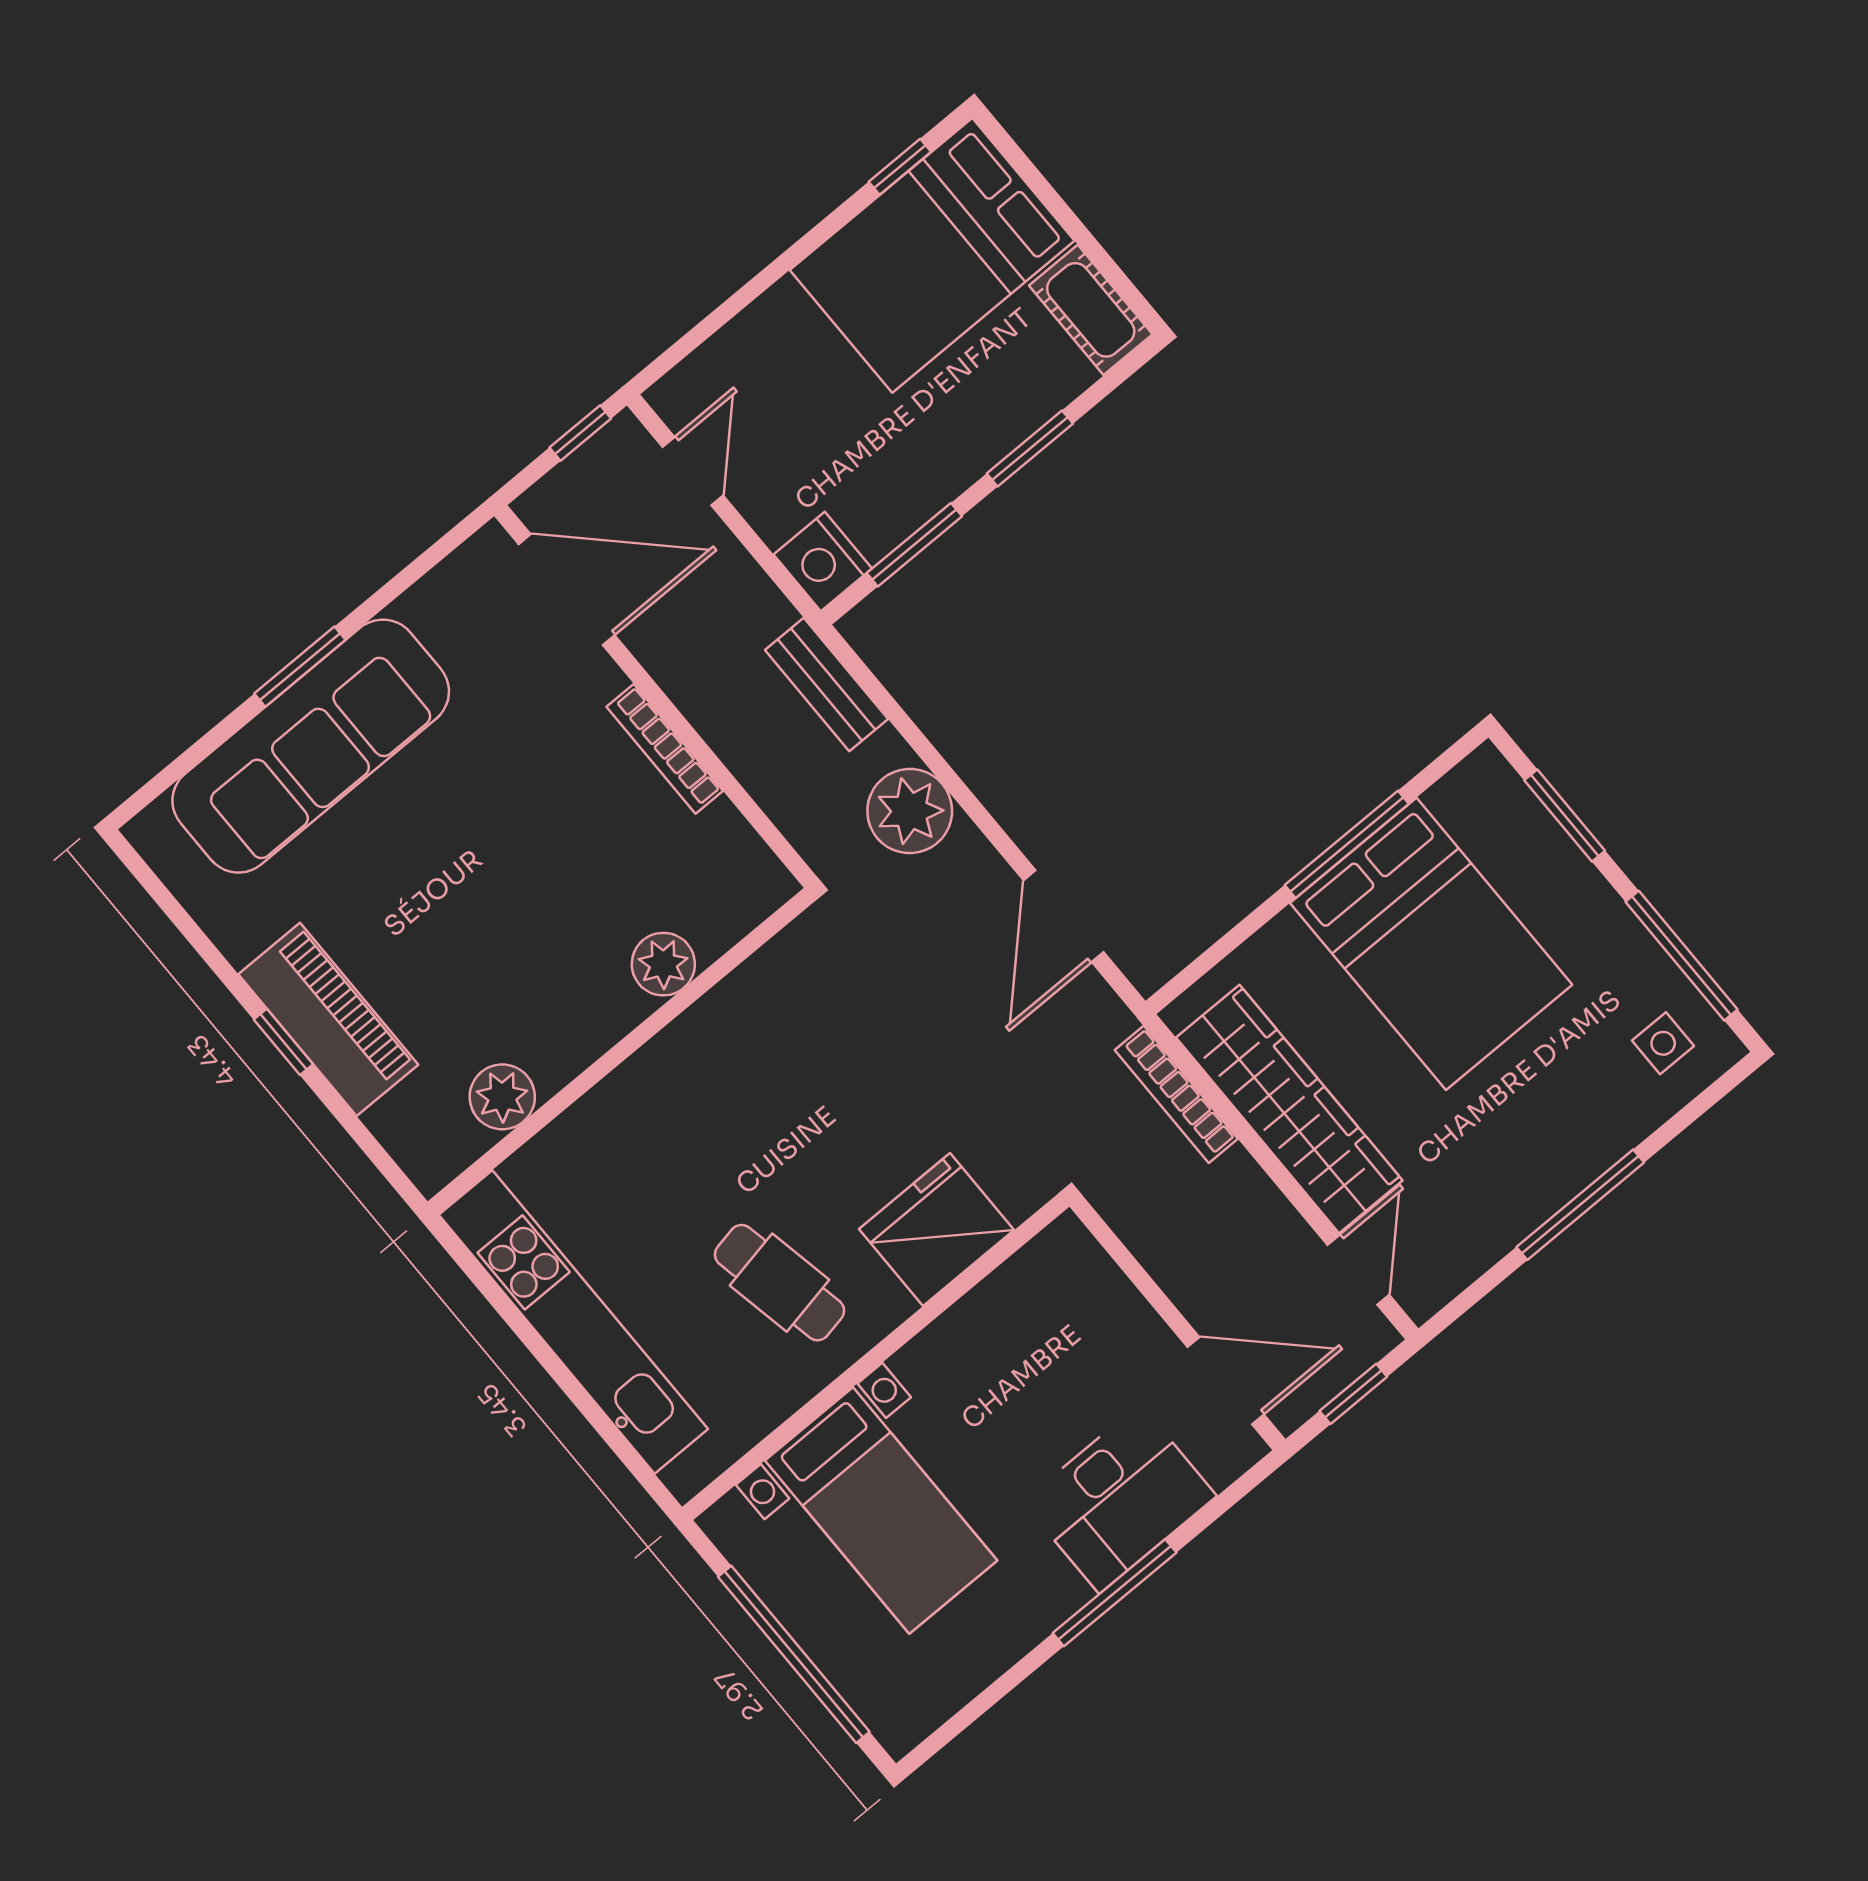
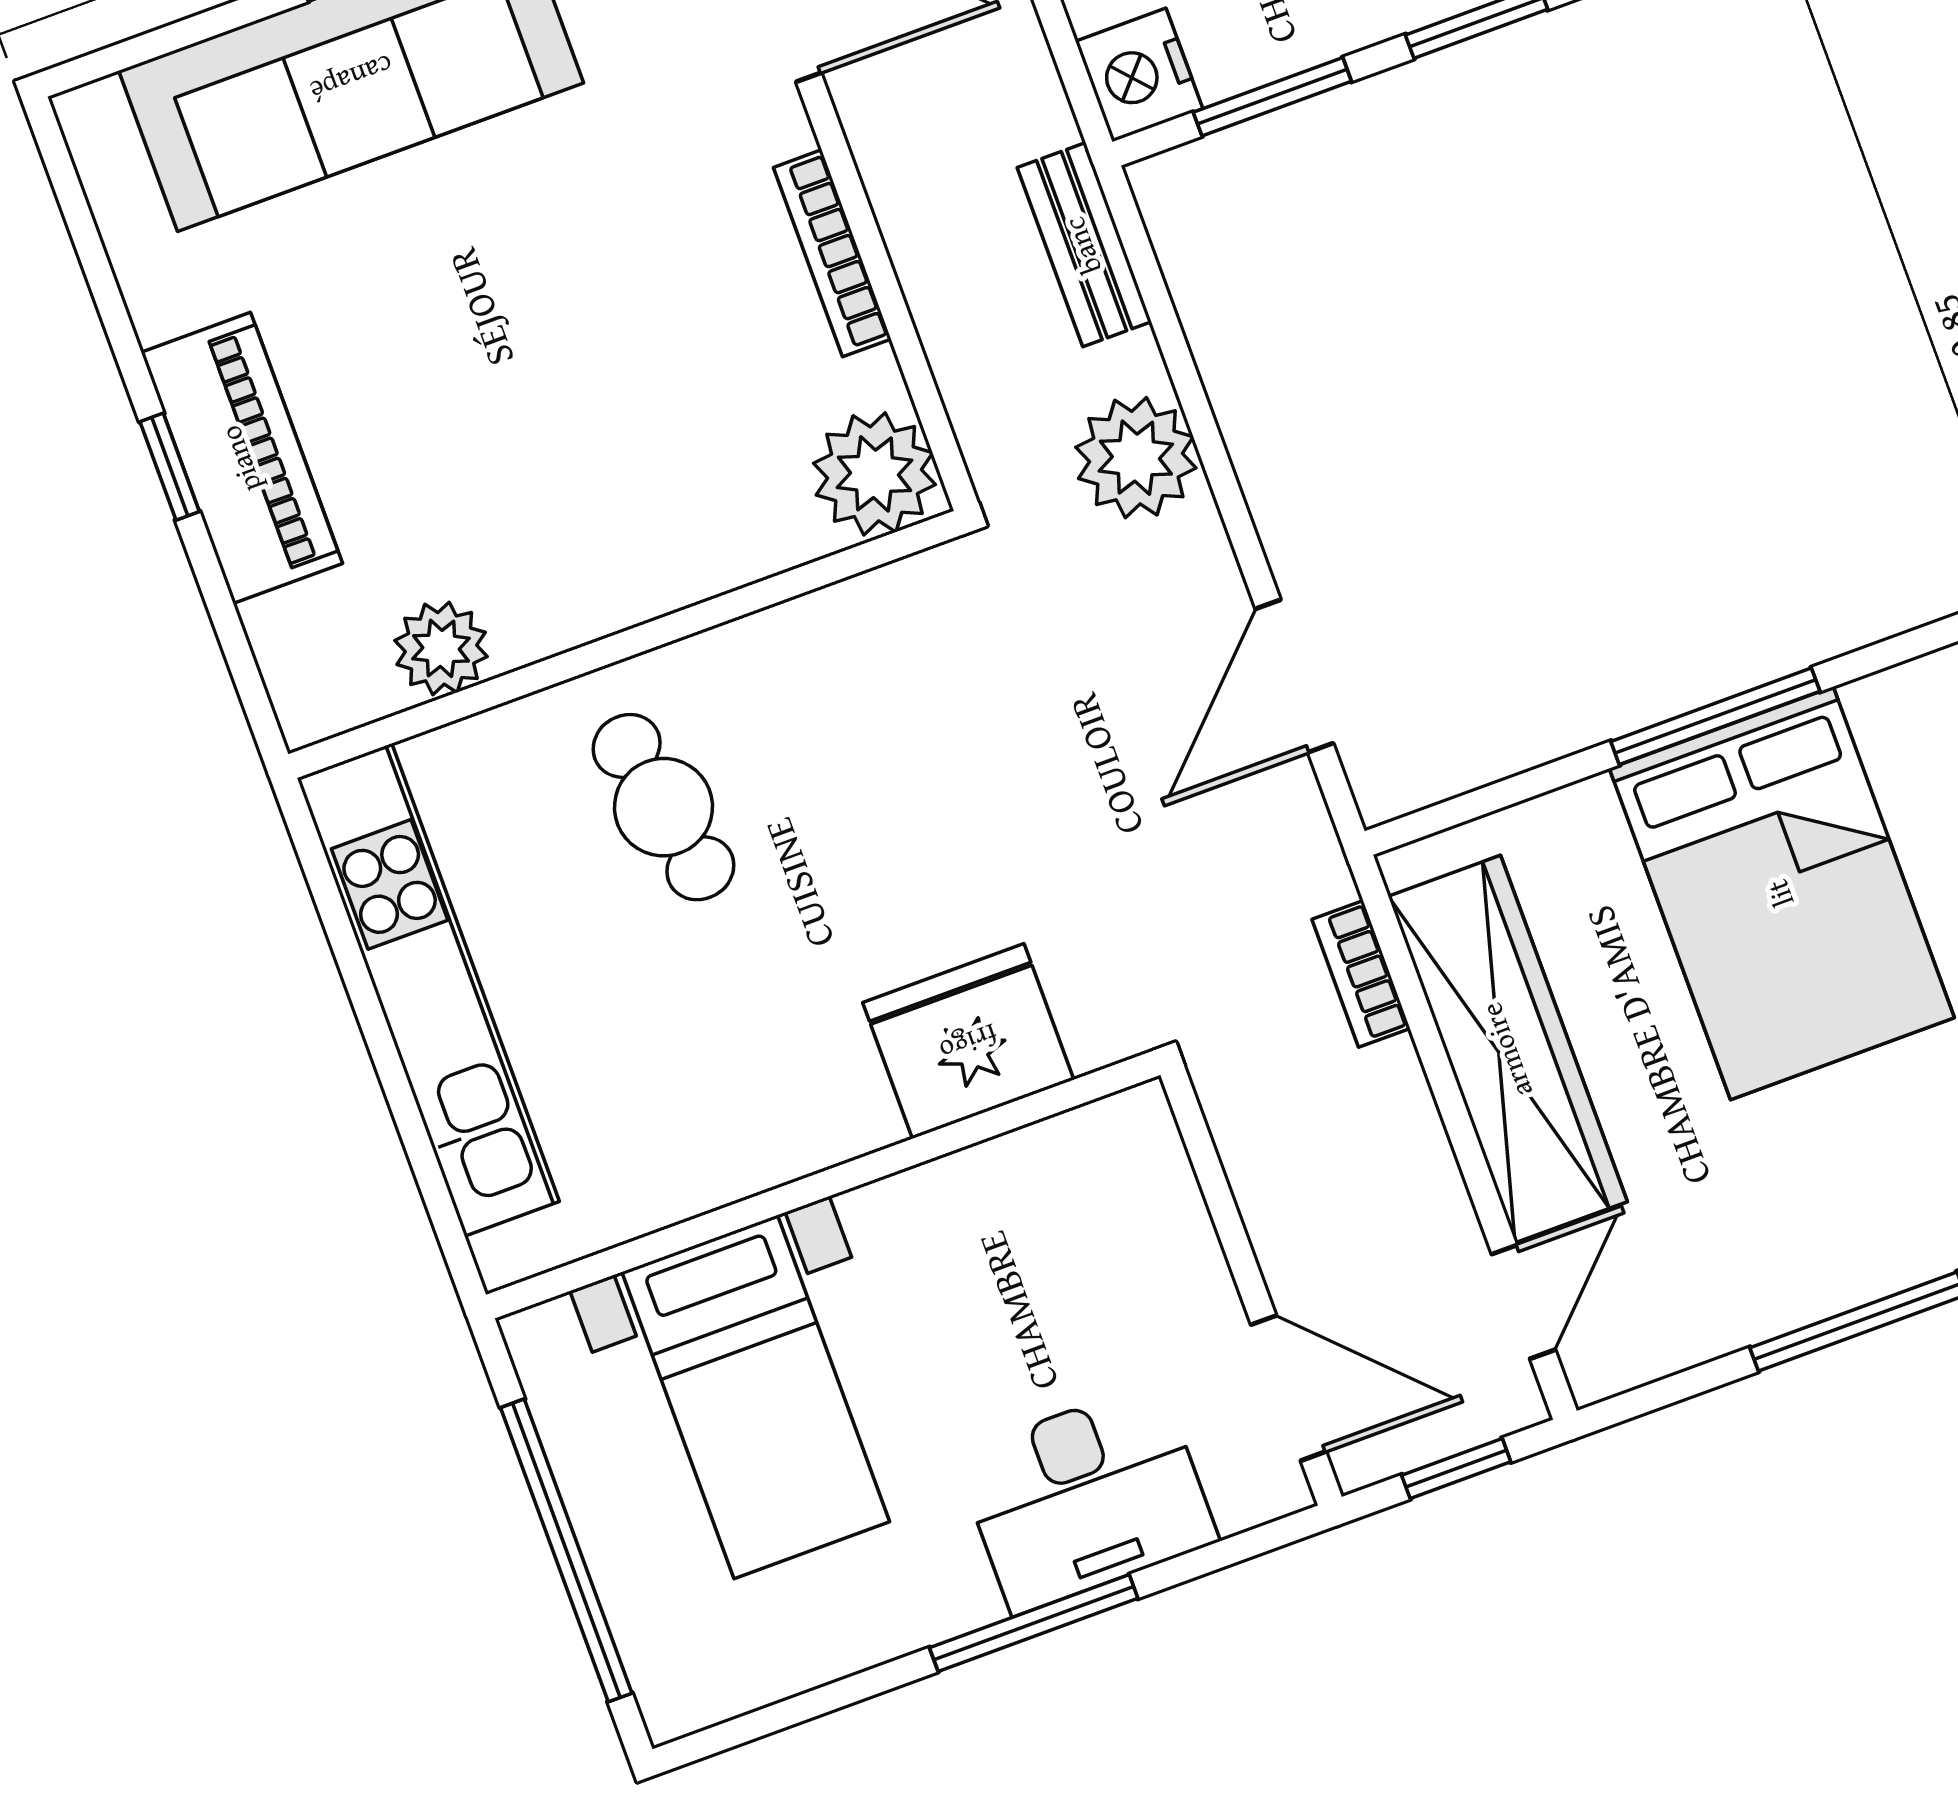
plant: (663, 964) -> (874, 474), moved, width x1.36, depth x1.36
bookcase: (1176, 1094) -> (1361, 974), width x0.64
cafe table: (780, 1283) -> (663, 807), moved

